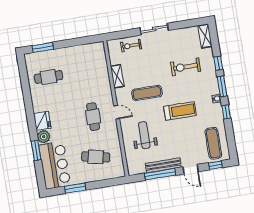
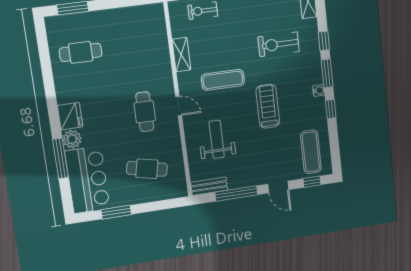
treadmill: (180, 111) -> (268, 106), turned -90
window: (36, 150) -> (60, 159), width x1.44
bench: (163, 165) -> (209, 186), moved, width x0.73

